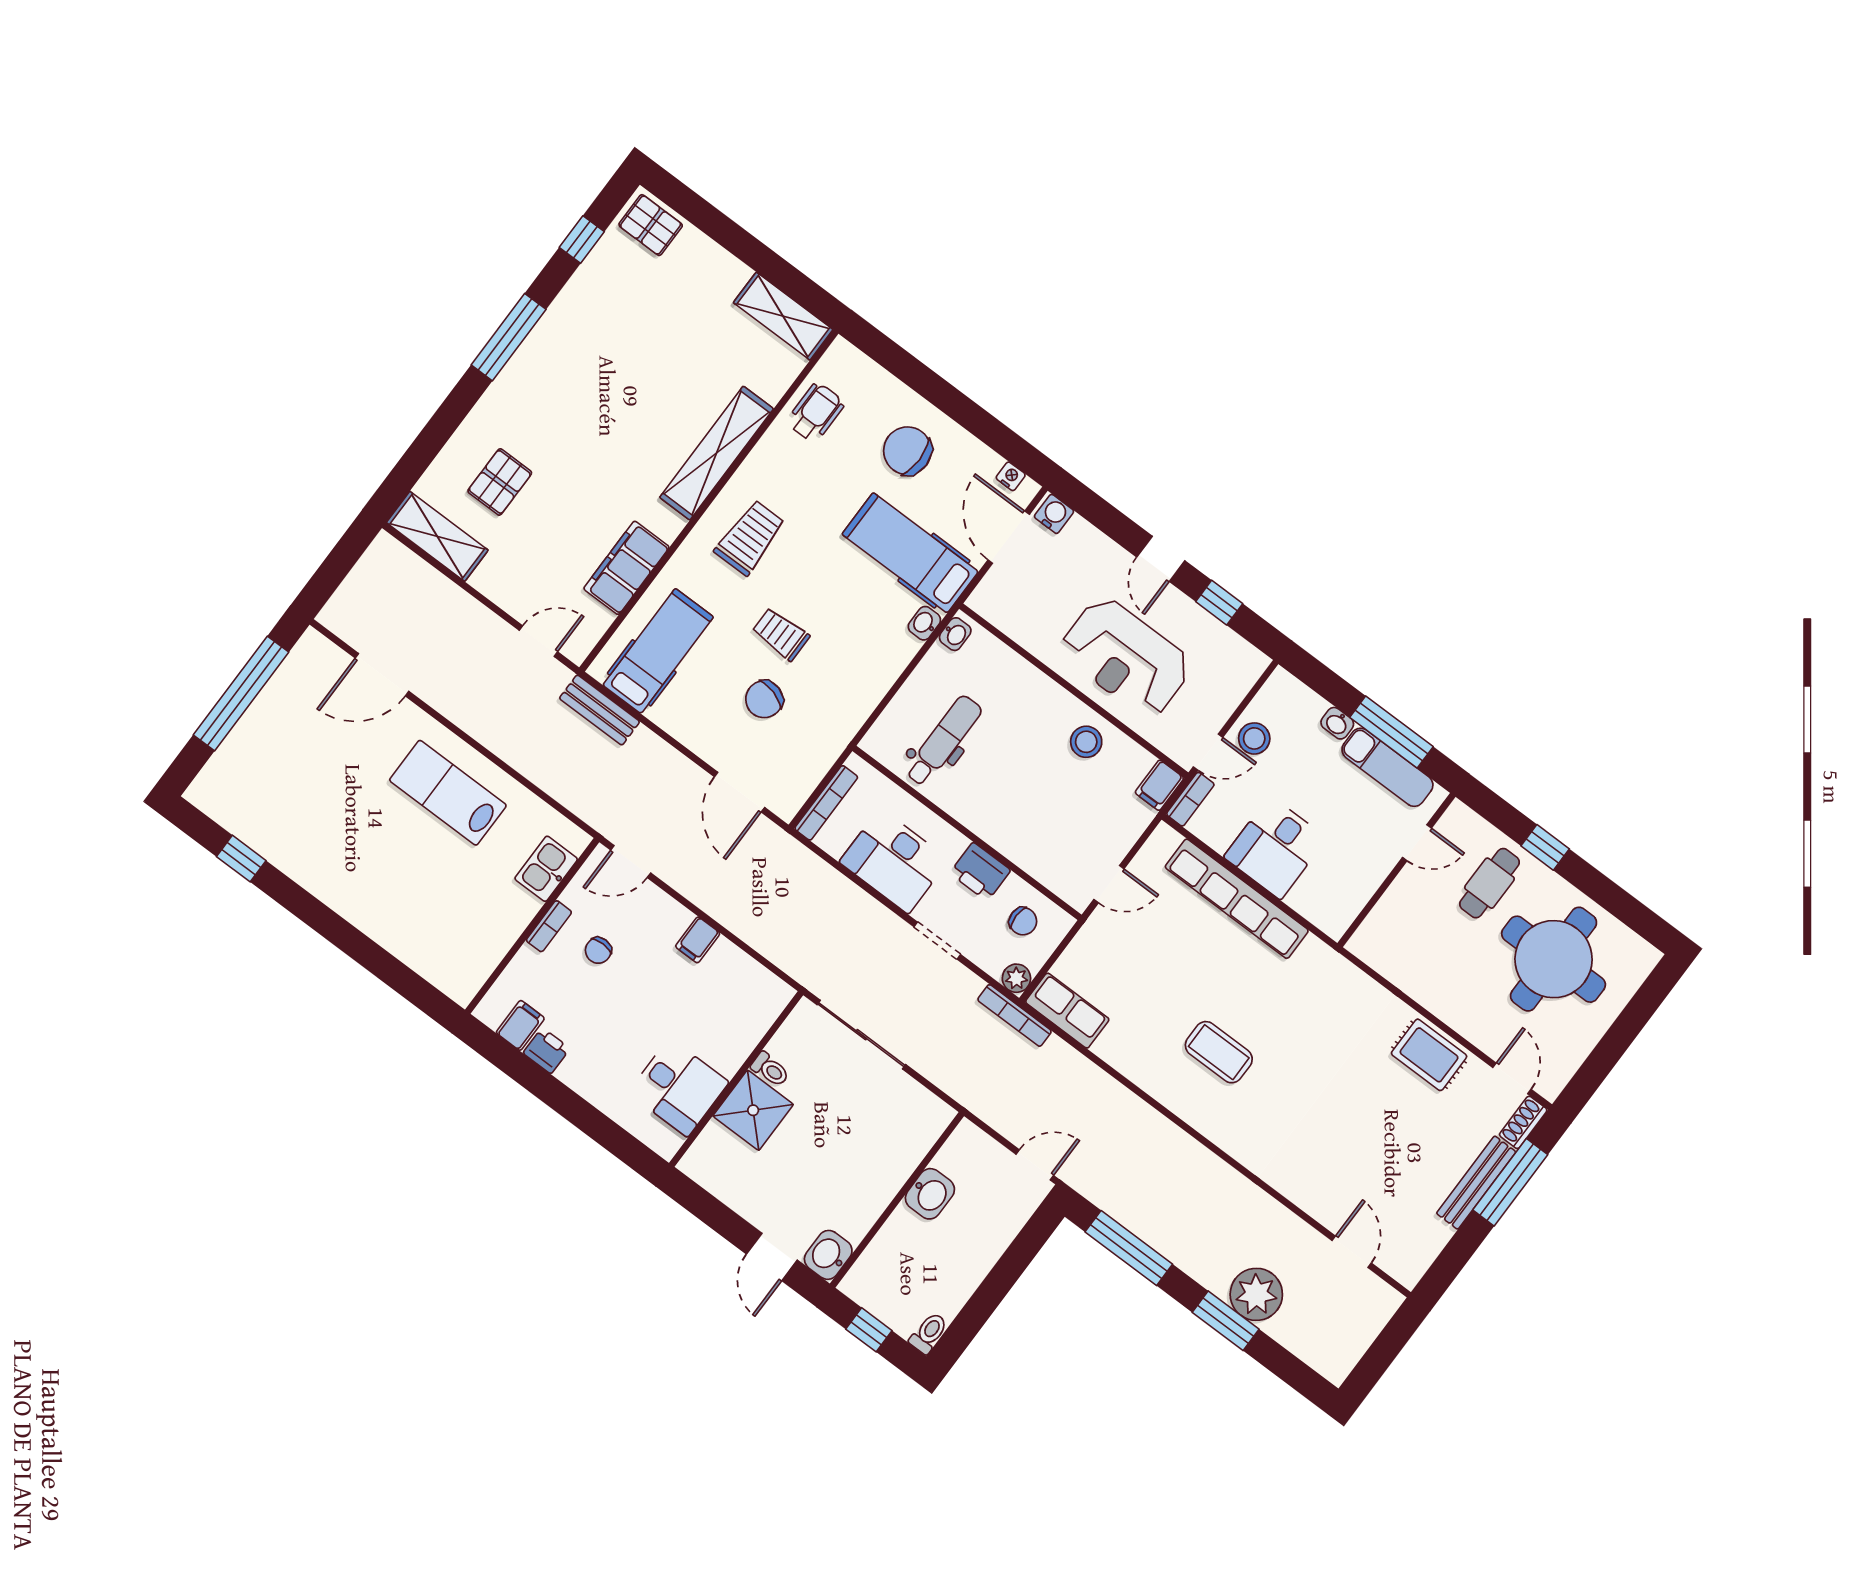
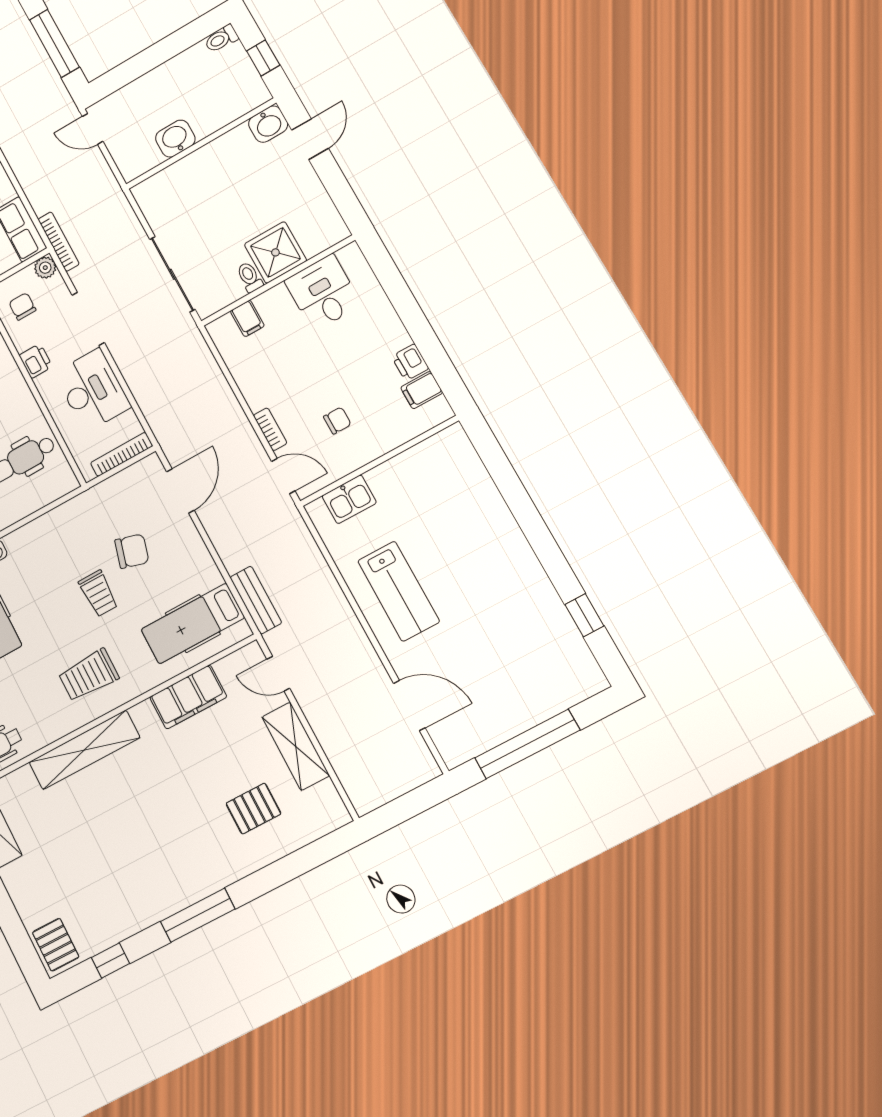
shelving: (437, 536) -> (296, 746), moved
printer: (980, 872) -> (36, 361), width x0.73, depth x0.81
bookcase: (549, 926) -> (270, 429), moved, turned 90
filing cabinet: (698, 940) -> (247, 318), moved, turned 90
doorway: (937, 941) -> (88, 319), width x1.38

